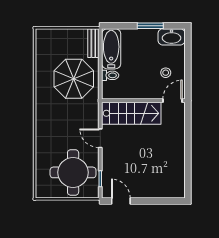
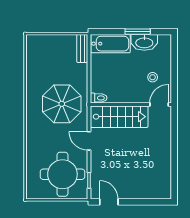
washbasin: (172, 37) -> (144, 42), moved
bathtub: (111, 49) -> (110, 44), moved, turned 90
toilet: (110, 75) -> (99, 98), moved
parasol: (74, 79) -> (62, 104), moved

